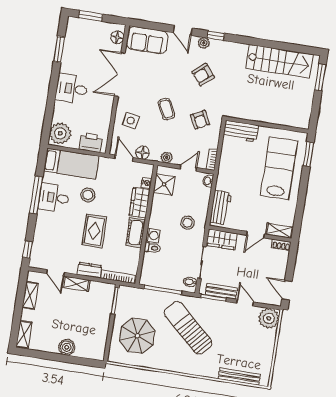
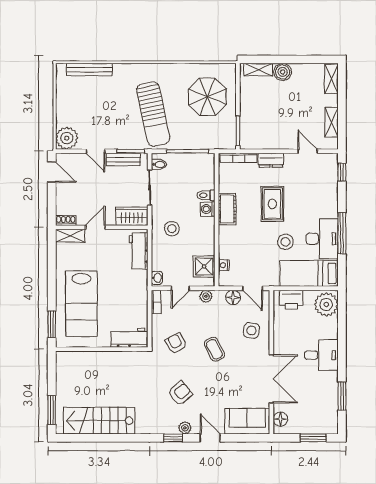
desk: (54, 198) -> (322, 239), width x1.37
wardrobe: (140, 203) -> (228, 242), removed
shelving: (76, 284) -> (258, 70), moved
sun lounger: (188, 328) -> (153, 114), turned 36

